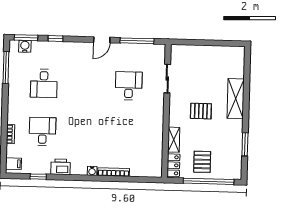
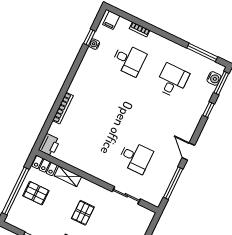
desk: (44, 83) -> (172, 81), turned 90
printer: (61, 167) -> (49, 145), moved
water cooler: (92, 171) -> (94, 44), moved

